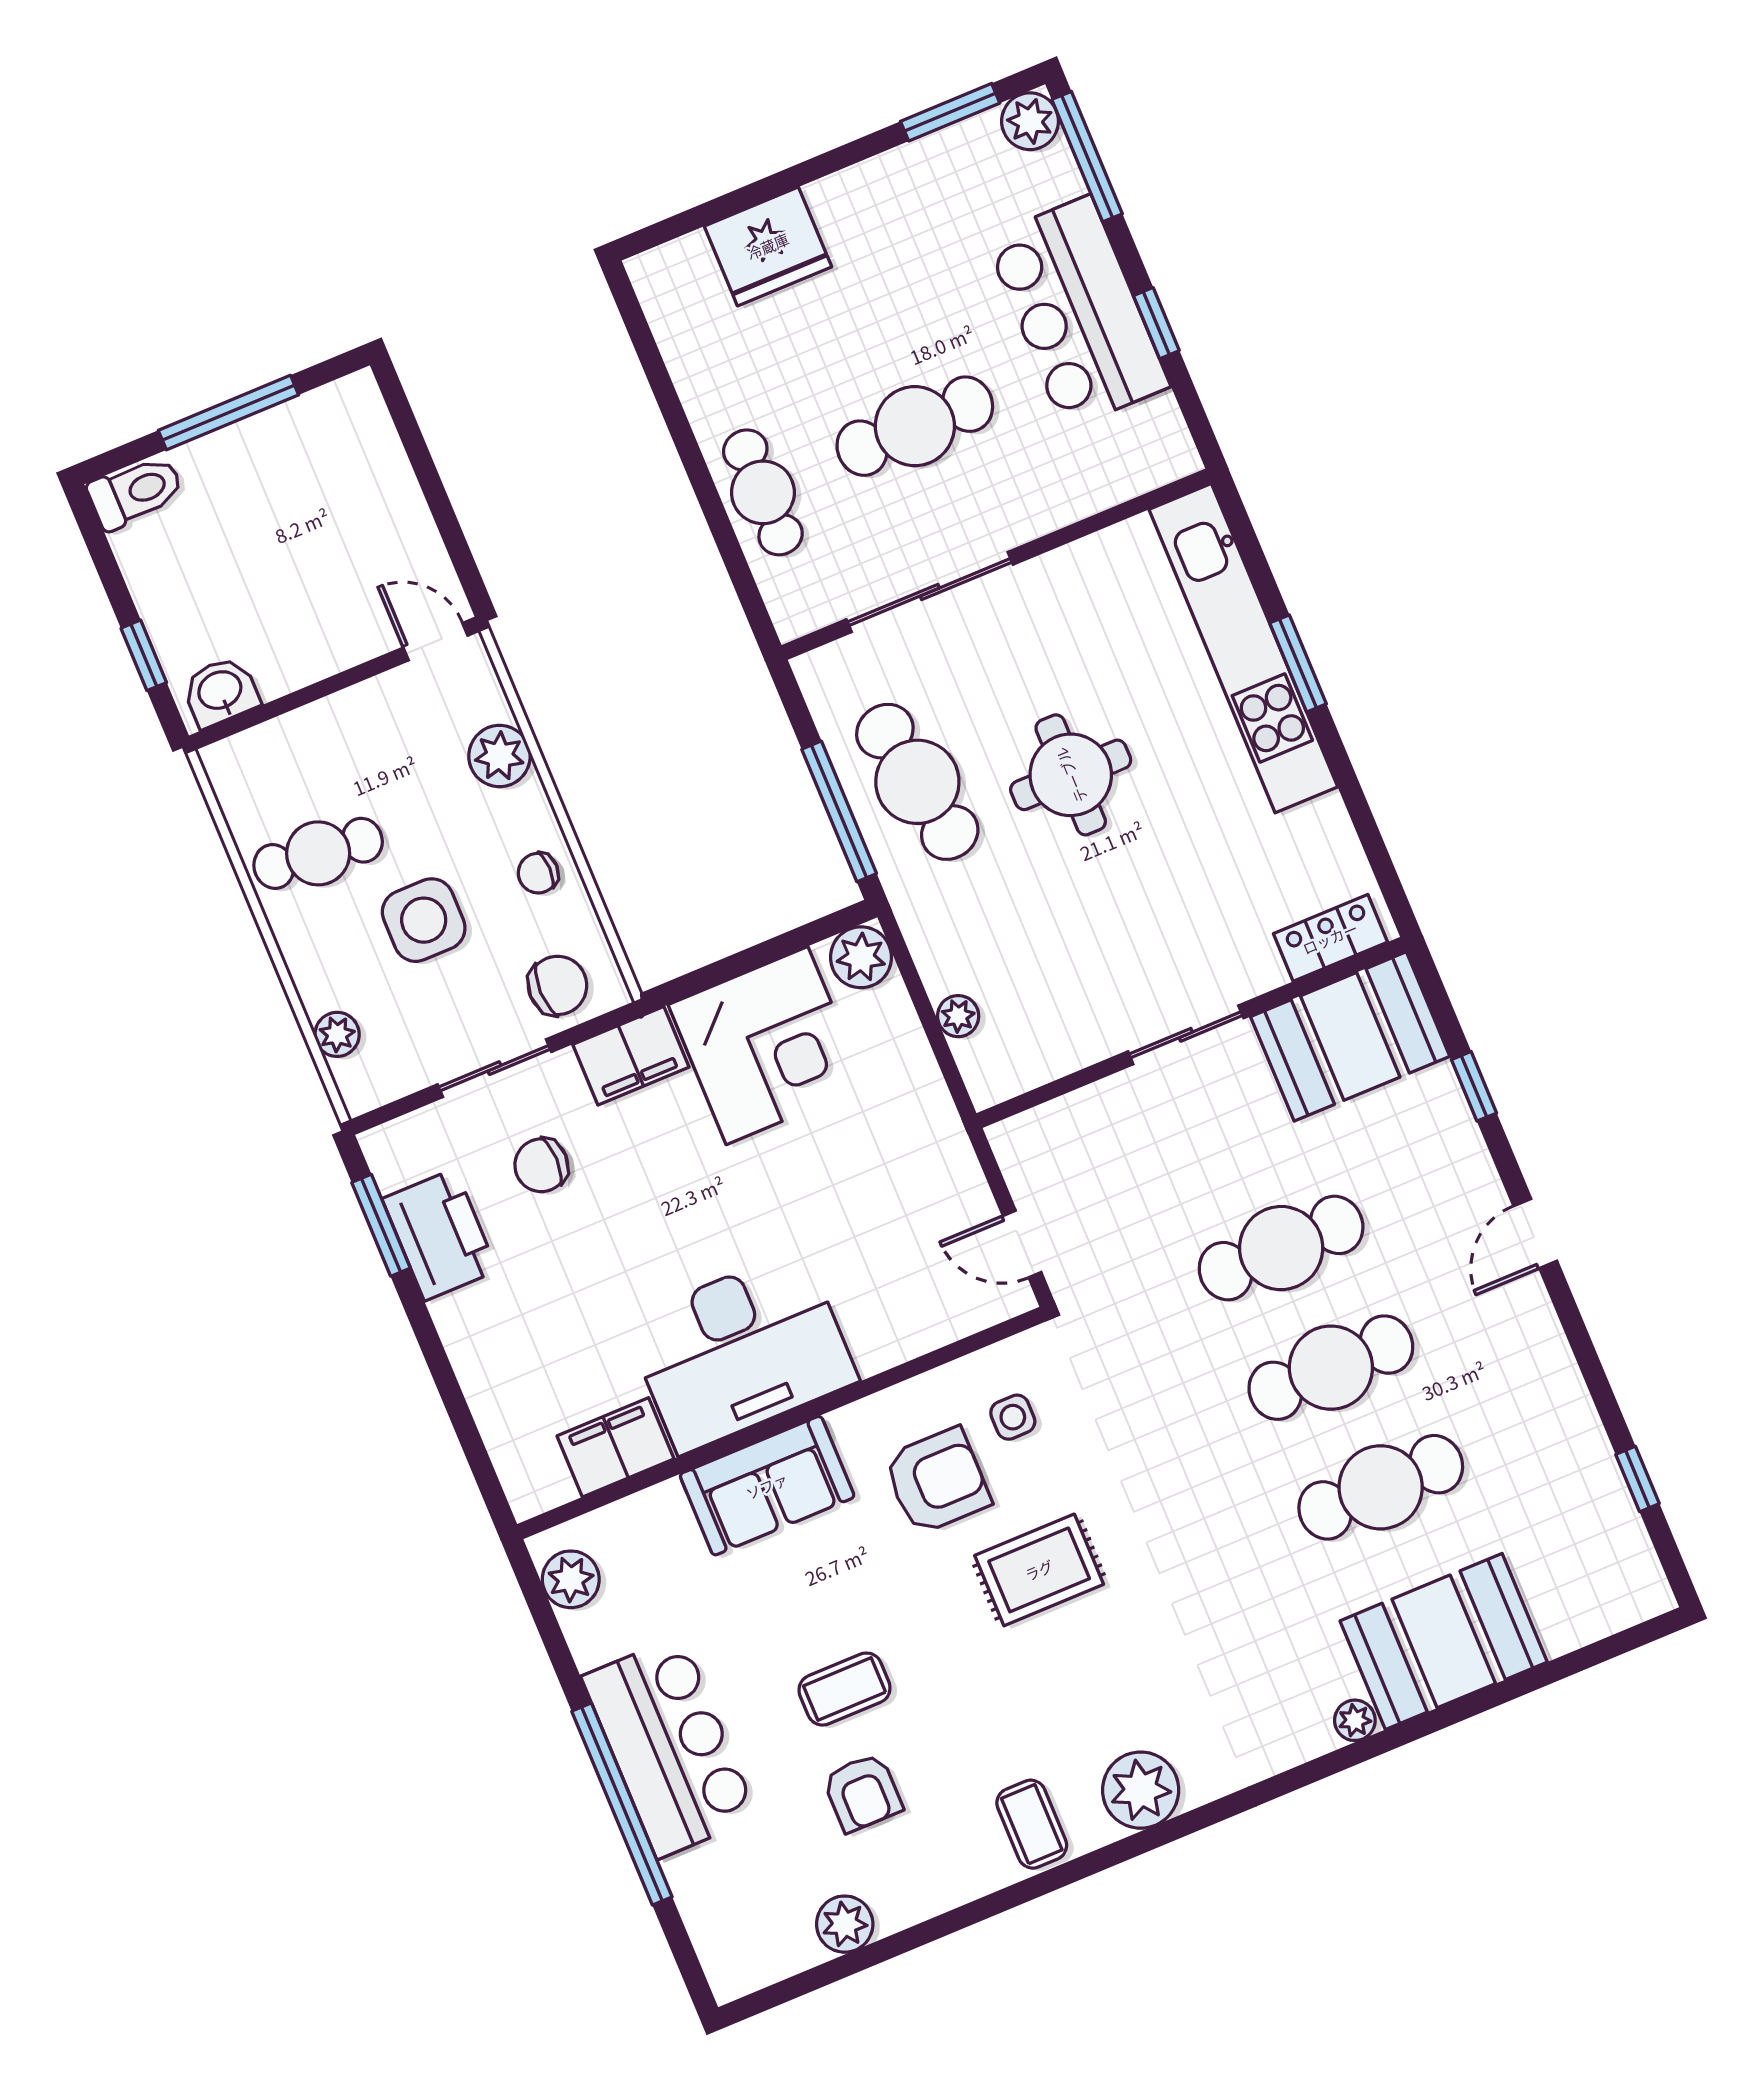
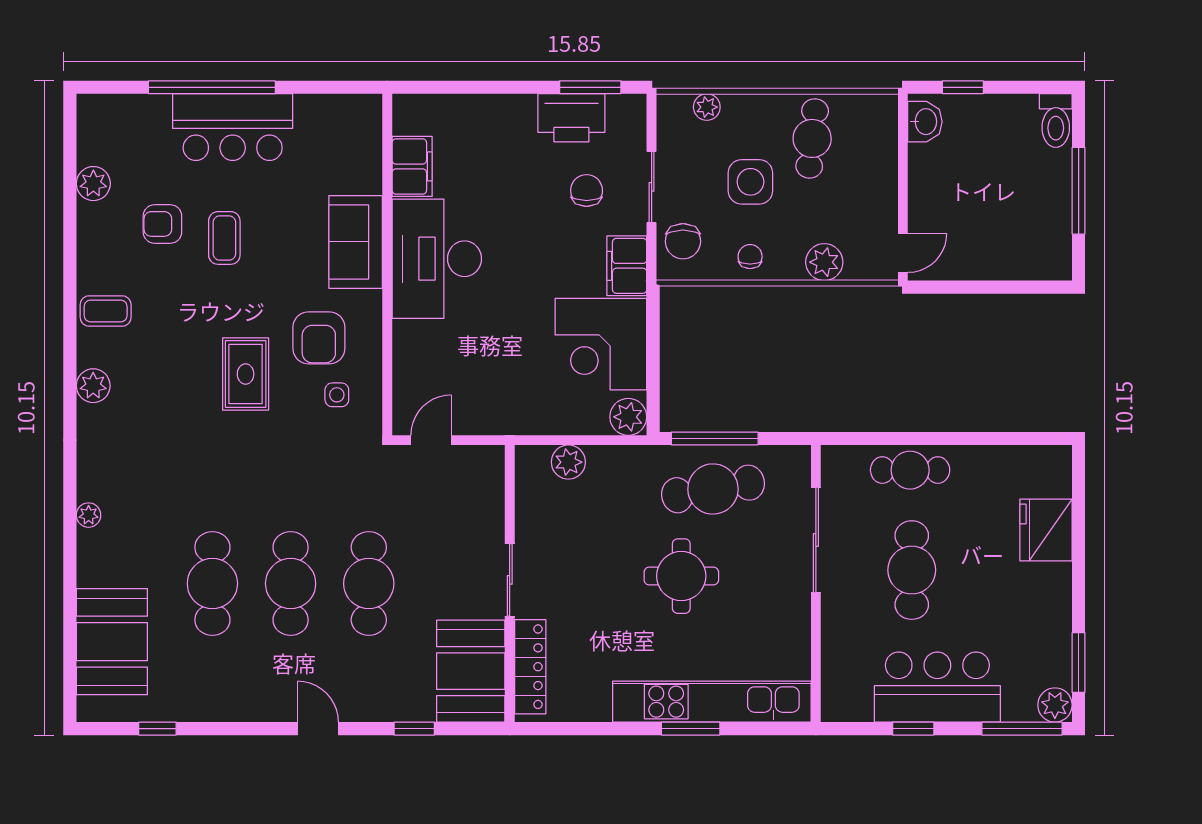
locker: (1330, 938) -> (530, 667), width x1.53
plant: (958, 1016) -> (568, 462), width x1.38, depth x1.38
plant: (571, 1579) -> (349, 111), removed
booth: (1444, 1641) -> (112, 642), moved
plant: (1141, 1790) -> (93, 386), width x0.73, depth x0.73

